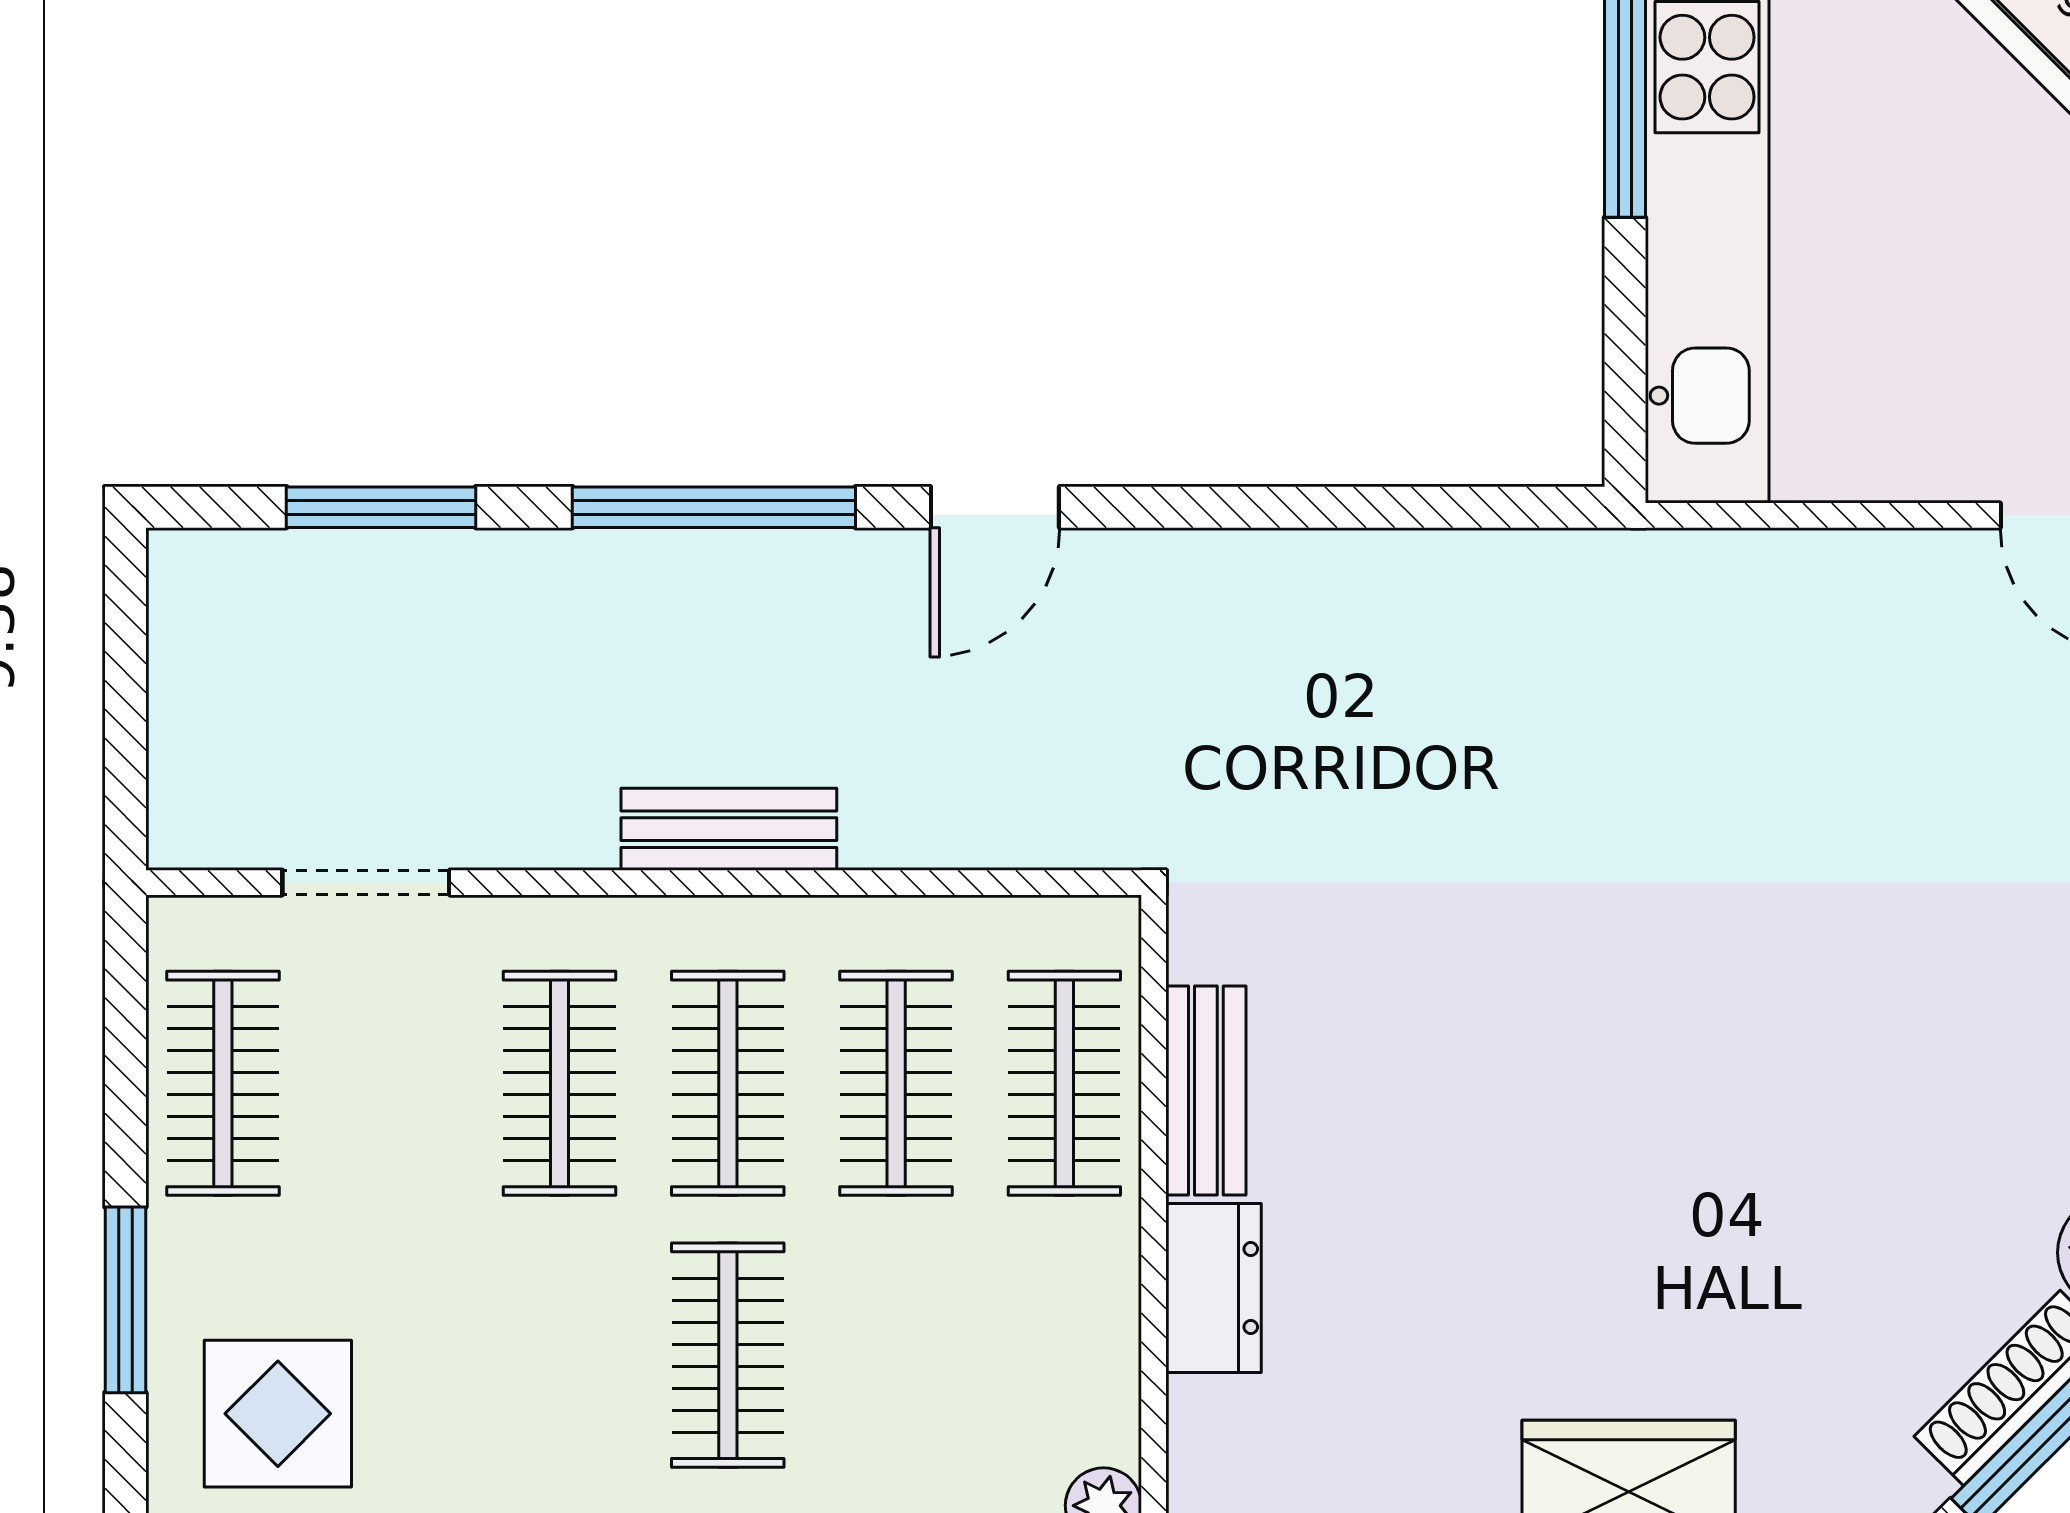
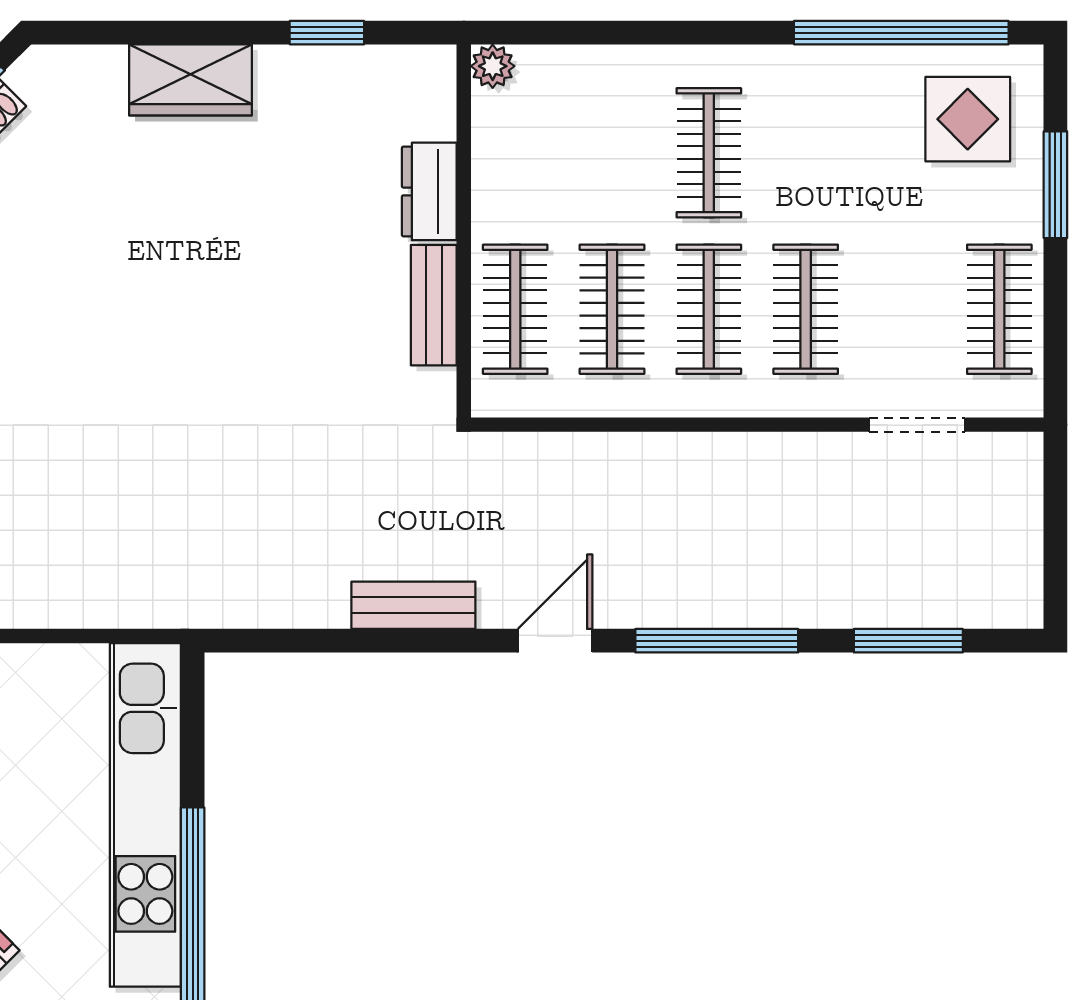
bench: (729, 829) -> (413, 605), moved

